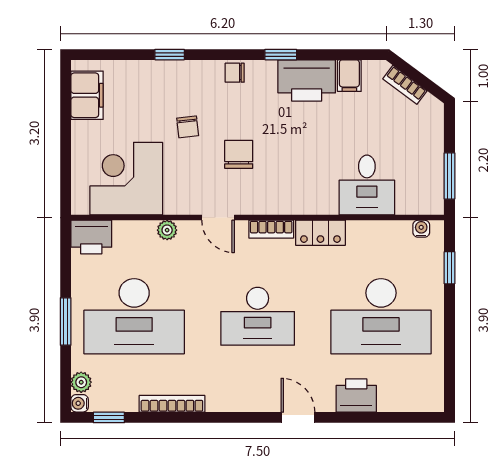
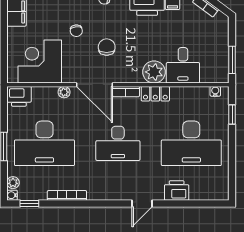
plant: (318, 196) -> (154, 72), added
door: (218, 218) -> (94, 85), width x1.87
door: (298, 417) -> (142, 204), swing flipped

